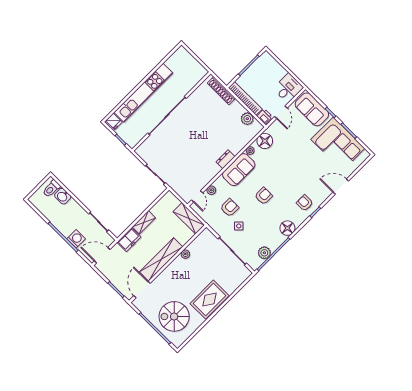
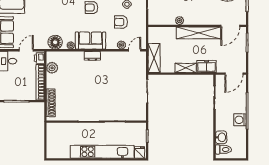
shelving: (189, 218) -> (154, 58), moved
washing machine: (76, 239) -> (240, 120), moved
door: (102, 255) -> (234, 74), hinge flipped

